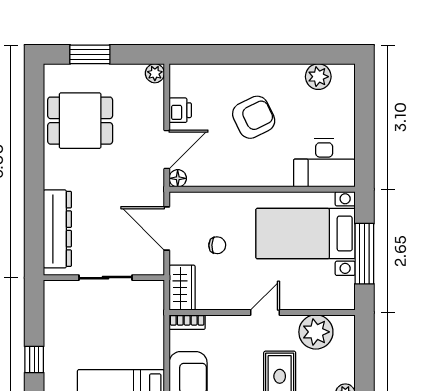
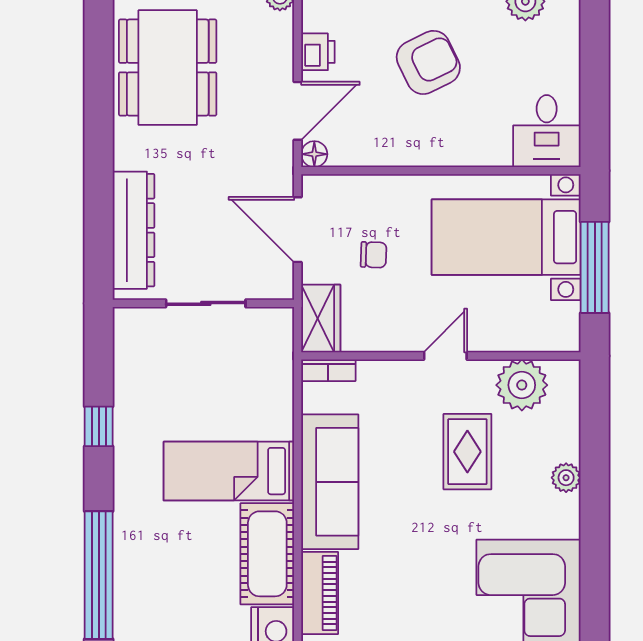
dining table: (80, 121) -> (168, 68), width x1.38
desk: (324, 163) -> (547, 131), width x0.73

